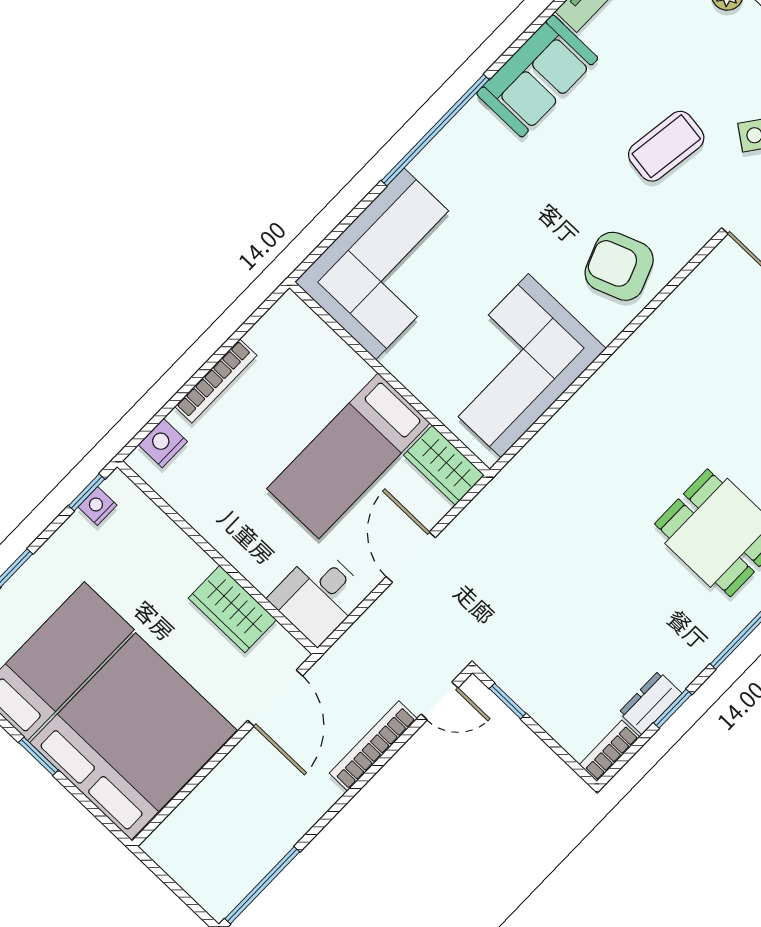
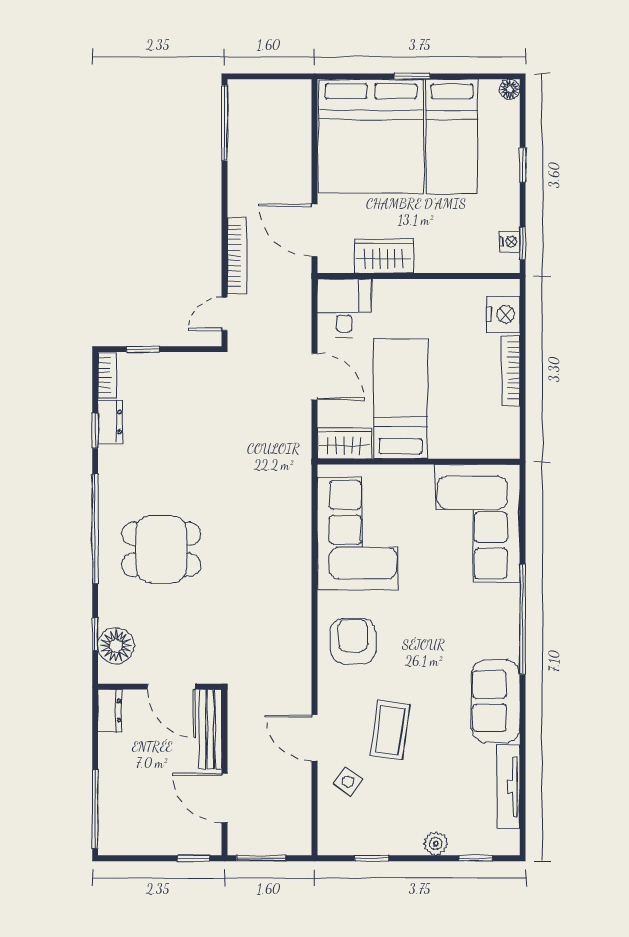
armchair: (619, 266) -> (353, 641), turned -69
nightstand: (163, 443) -> (503, 314), width x1.36, depth x1.33
window: (508, 701) -> (143, 349), moved

